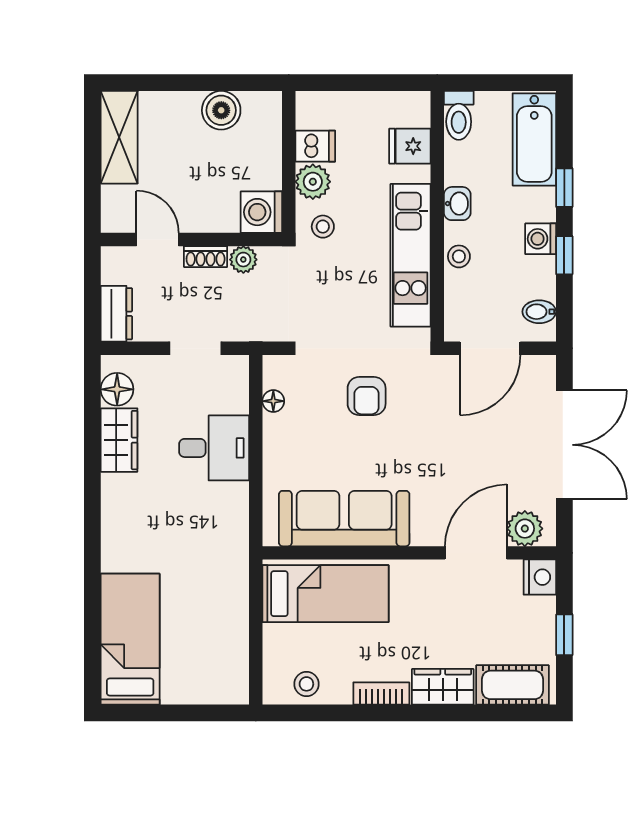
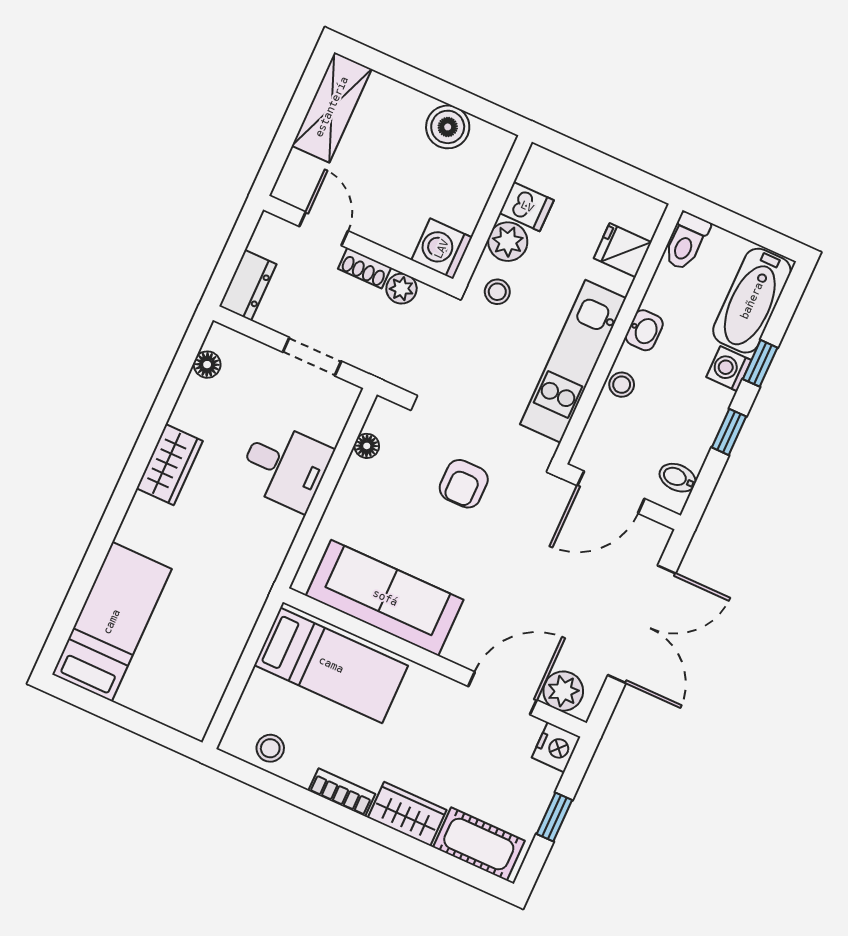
washing machine: (541, 239) -> (729, 369), moved
floor lamp: (117, 389) -> (207, 365), width x0.73, depth x0.73
wardrobe: (119, 440) -> (170, 465), moved

